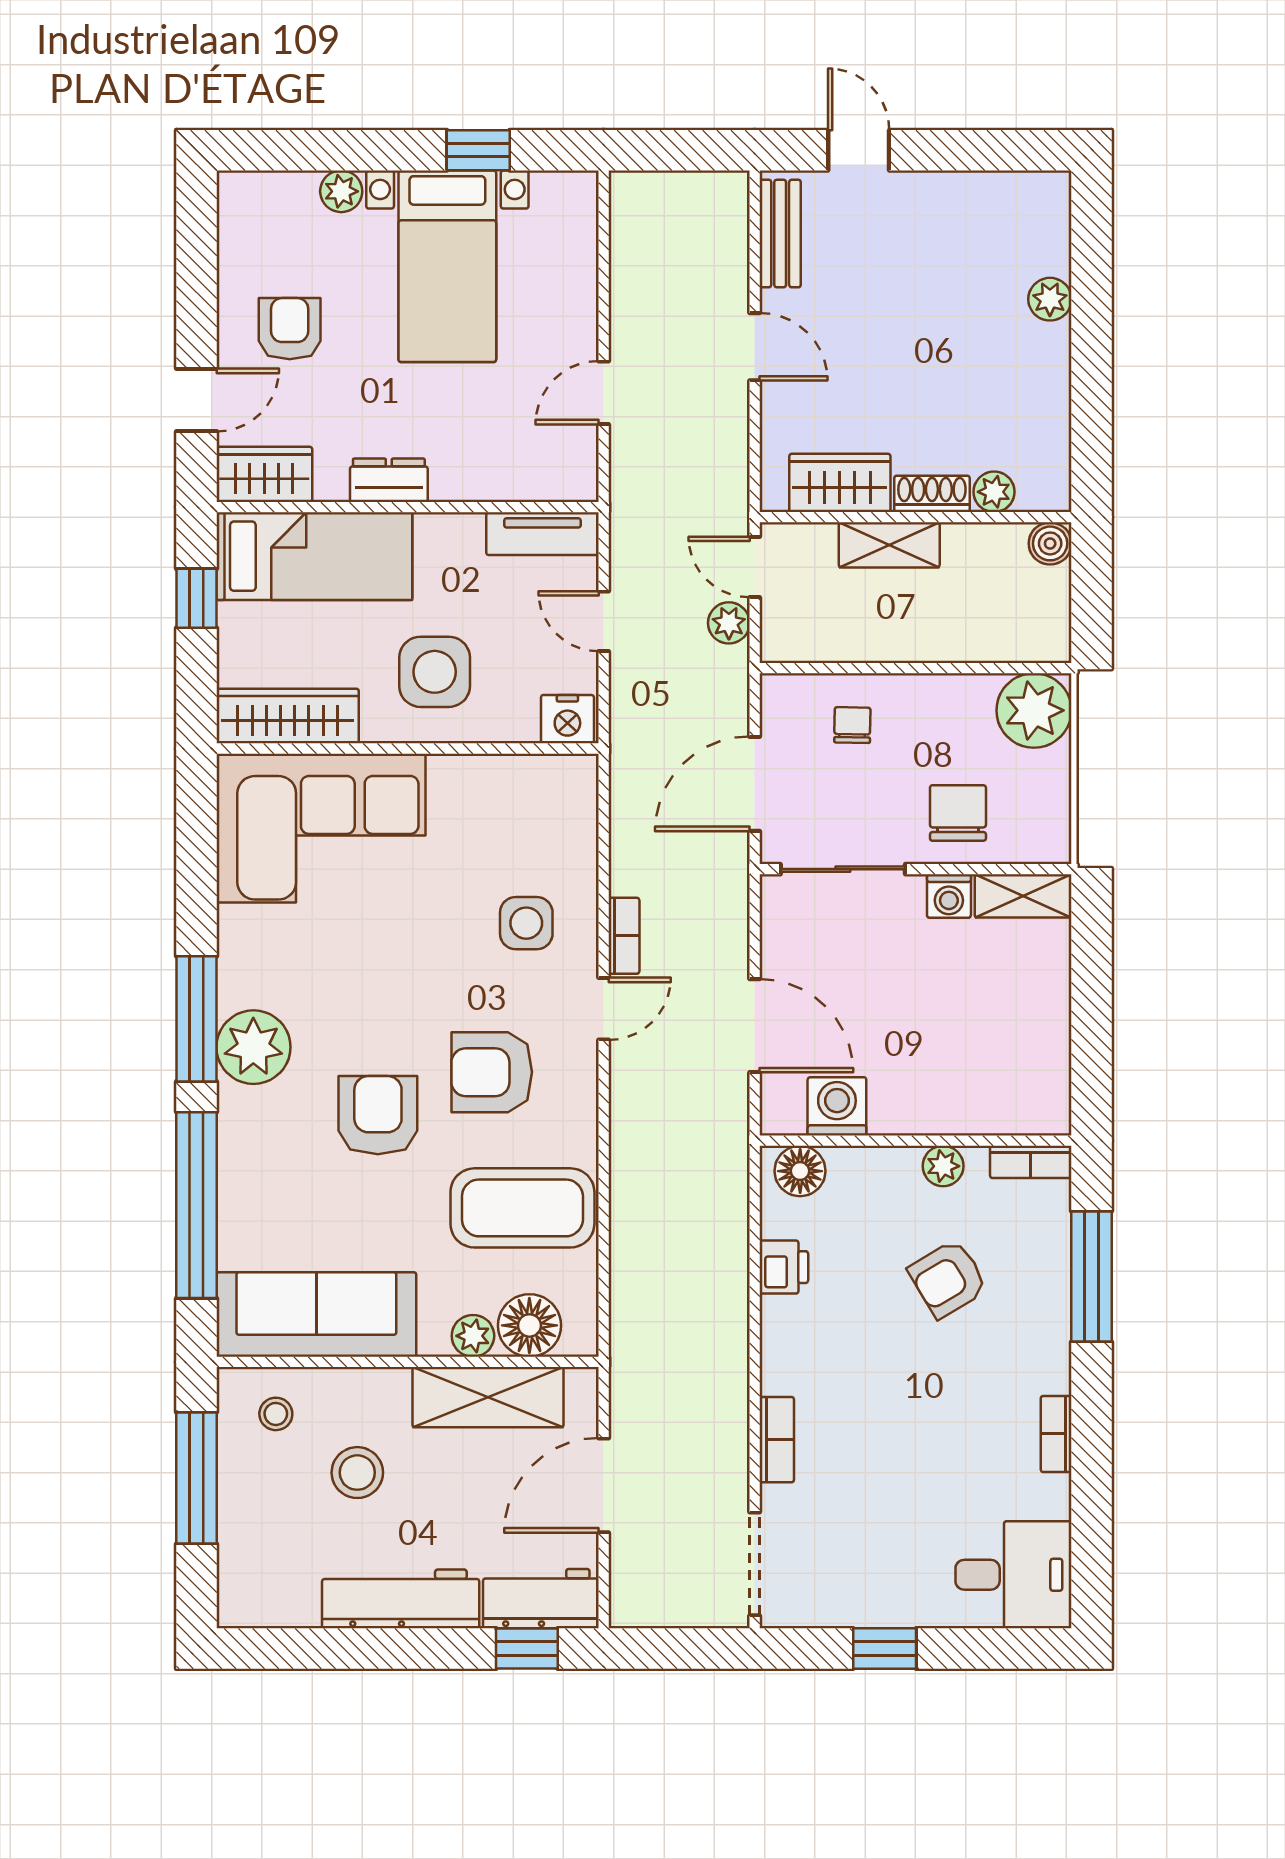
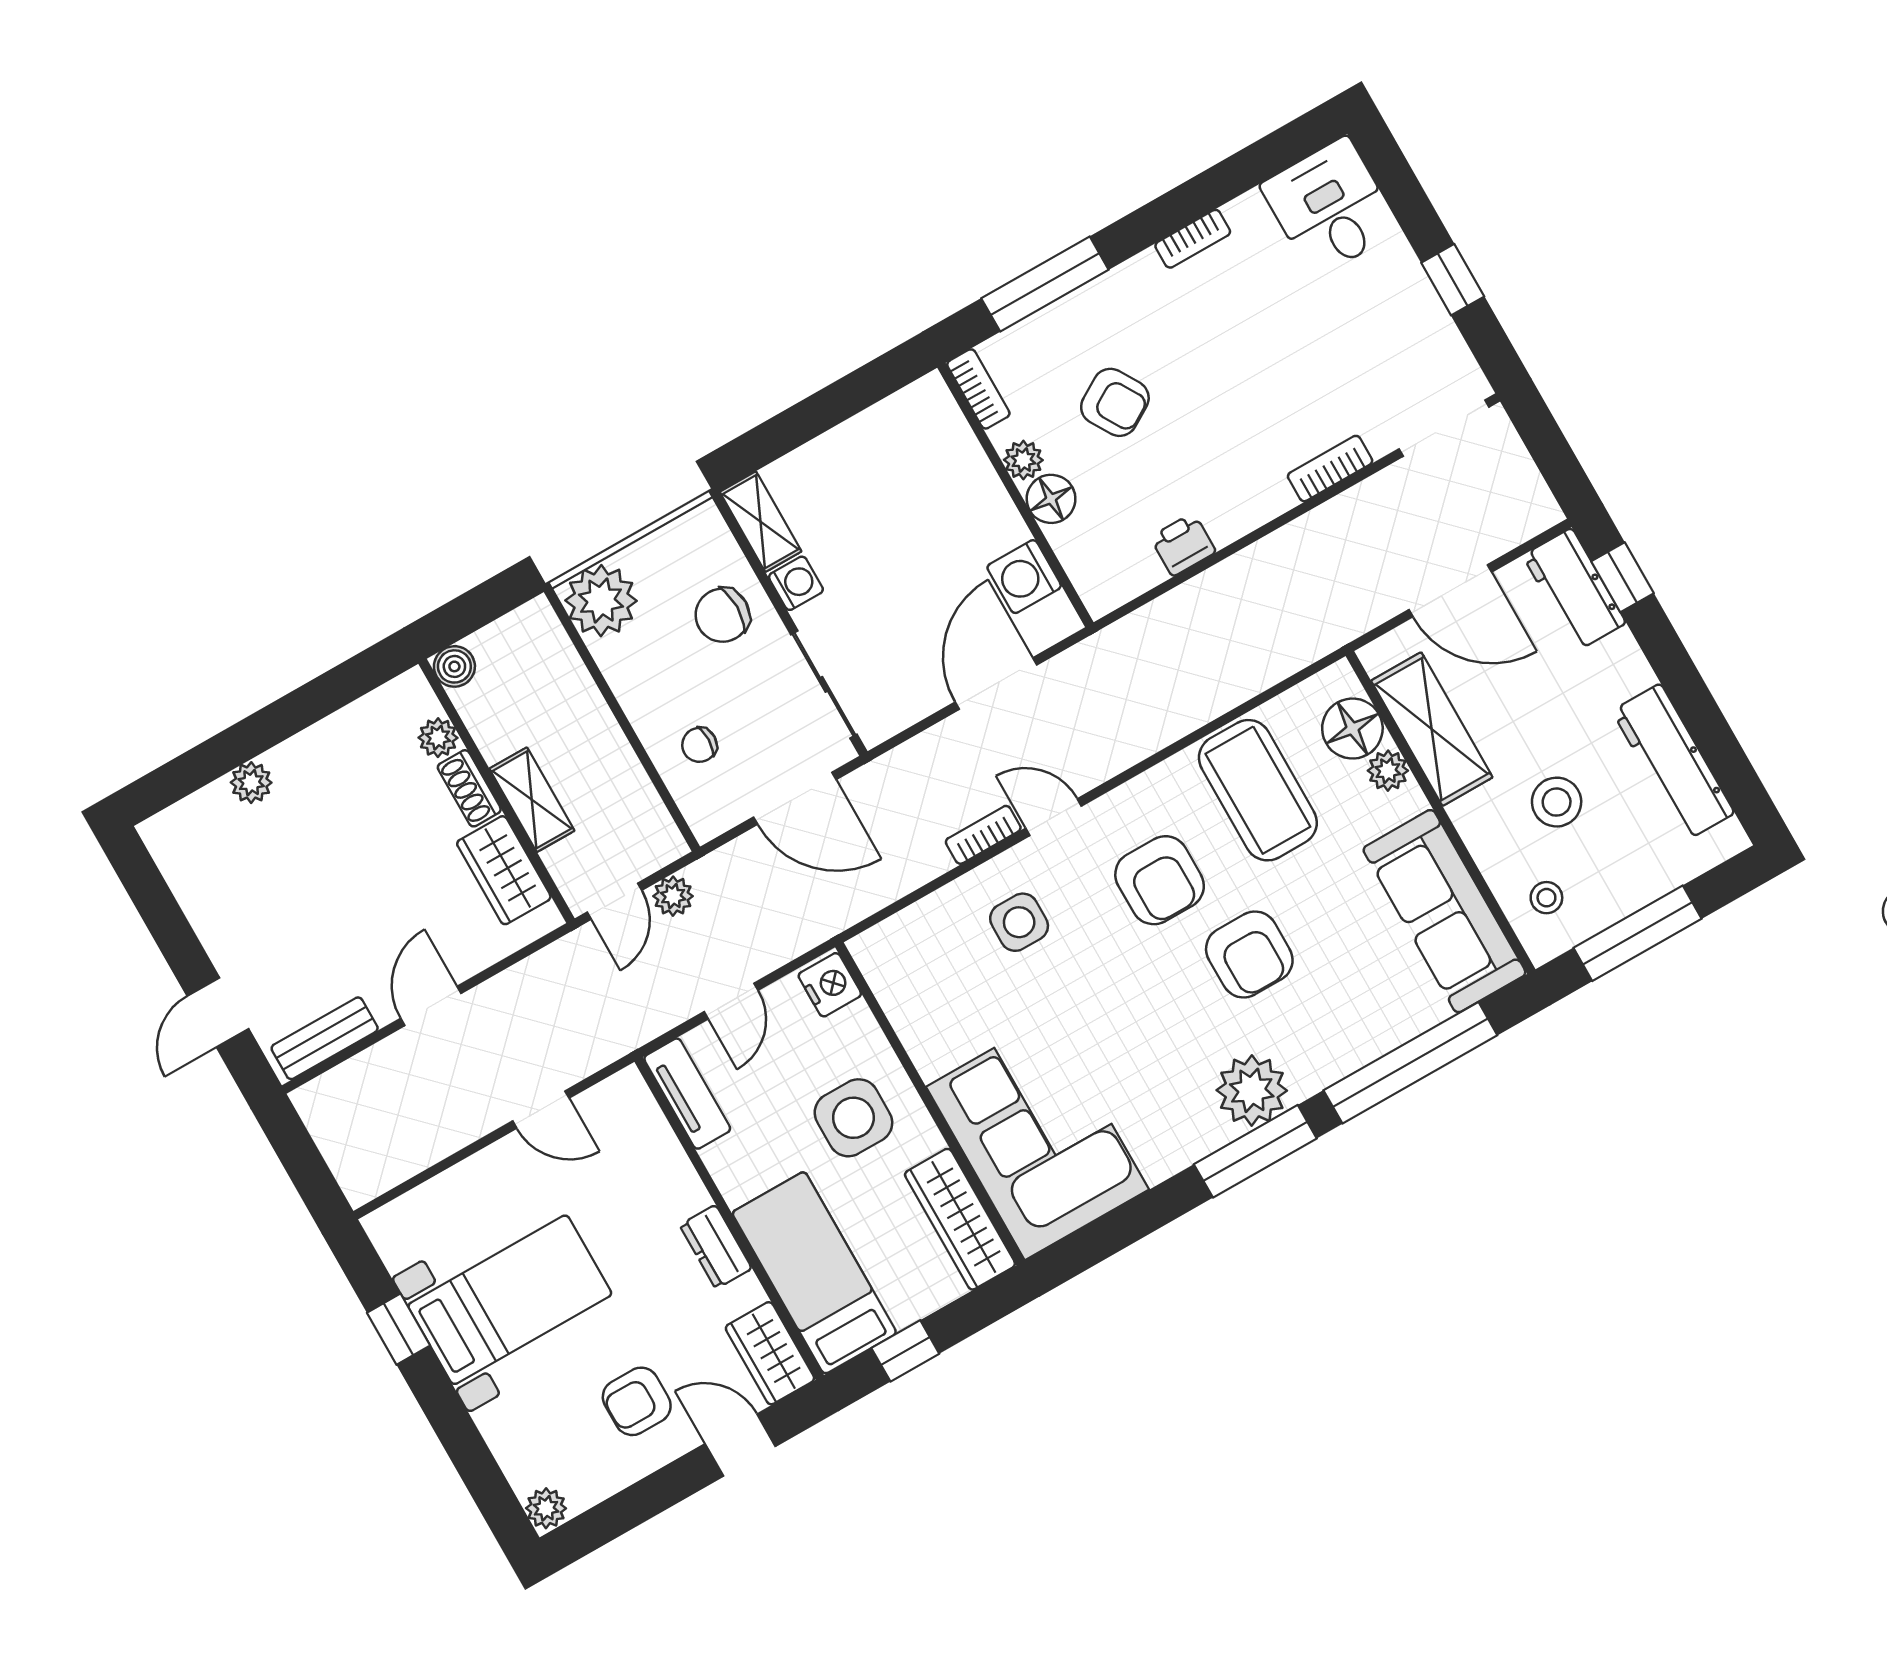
plant: (341, 191) -> (546, 1508), moved
armchair: (378, 1115) -> (1249, 954), turned -90
floor lamp: (800, 1171) -> (1051, 499), moved
workbench: (401, 1599) -> (1673, 762), moved

